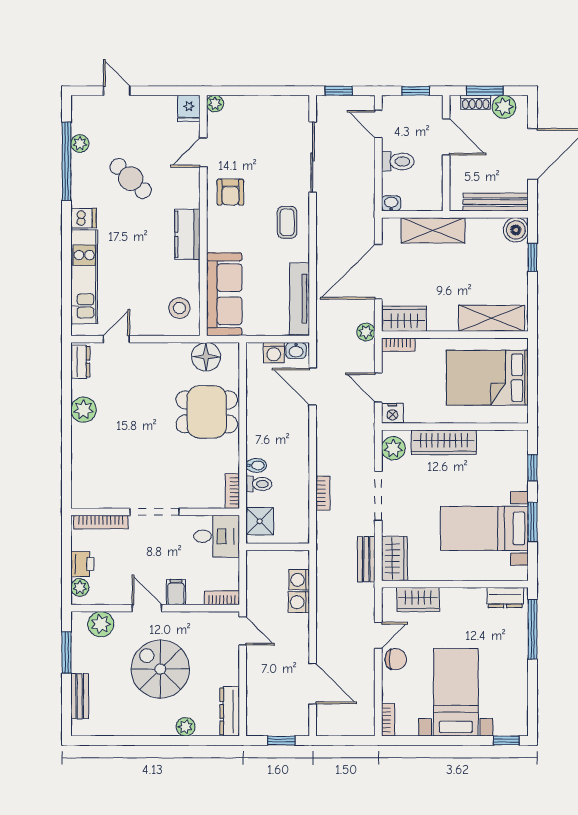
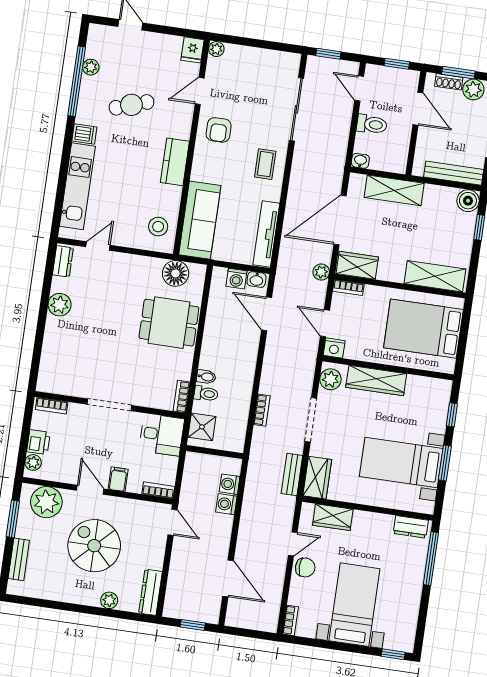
cafe table: (131, 179) -> (131, 105), turned -63
bookcase: (101, 522) -> (52, 406), width x0.64
plant: (101, 624) -> (46, 502), width x1.36, depth x1.36

